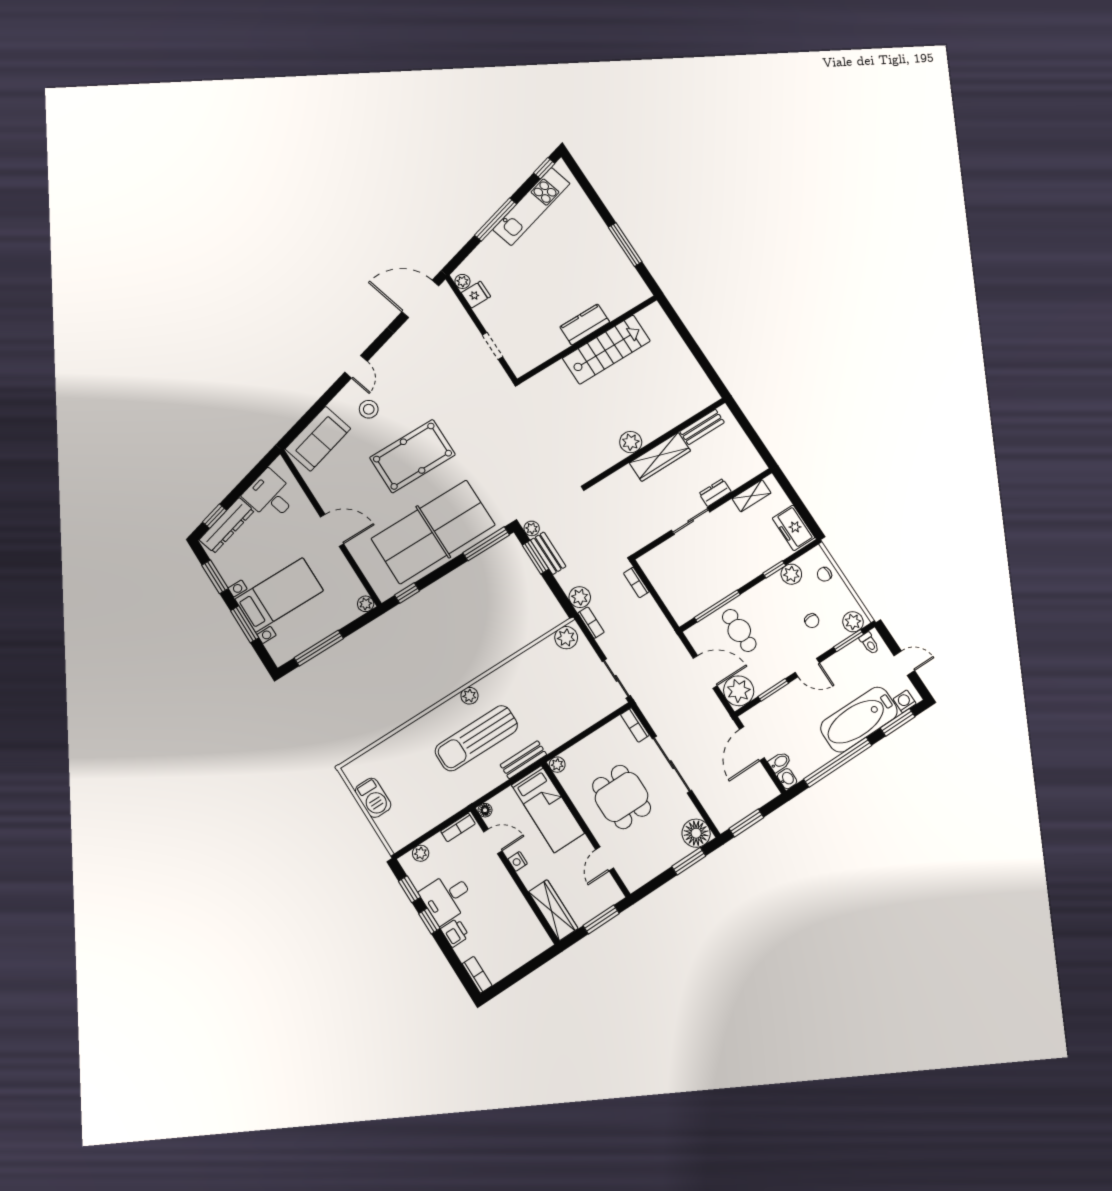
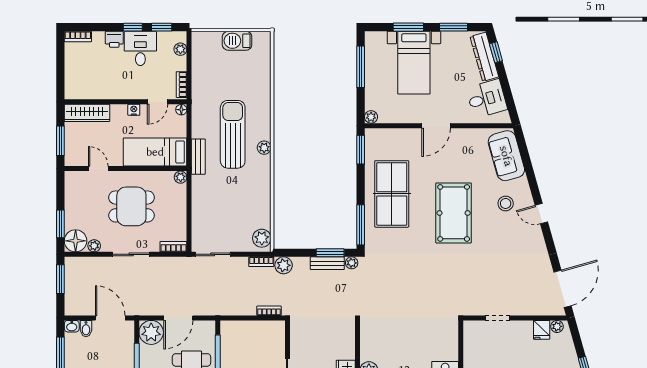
table tennis table: (433, 532) -> (392, 194), width x0.73, depth x0.76
window: (407, 593) -> (361, 150), width x1.50
sliding door: (672, 765) -> (131, 254), width x0.73
plant: (688, 810) -> (94, 246), added

